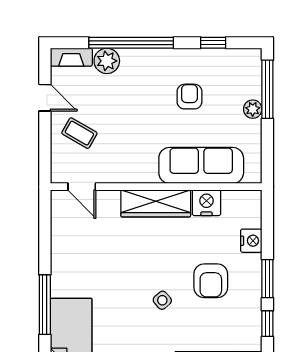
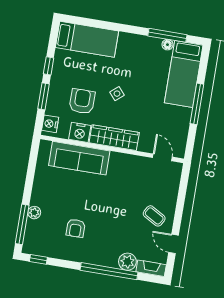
window: (213, 43) -> (38, 259), moved
sofa: (201, 165) -> (79, 158), moved
door: (82, 187) -> (162, 157), moved
wall: (156, 187) -> (112, 149), moved
wardrobe: (156, 203) -> (114, 138), moved
nightstand: (206, 203) -> (80, 132), moved

